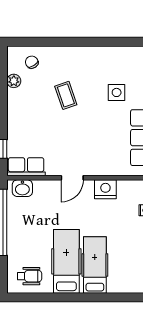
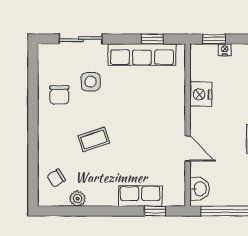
chair: (105, 65) -> (59, 95), added
row of seats: (26, 167) -> (140, 196), moved, turned 90
door: (72, 178) -> (188, 148), moved

